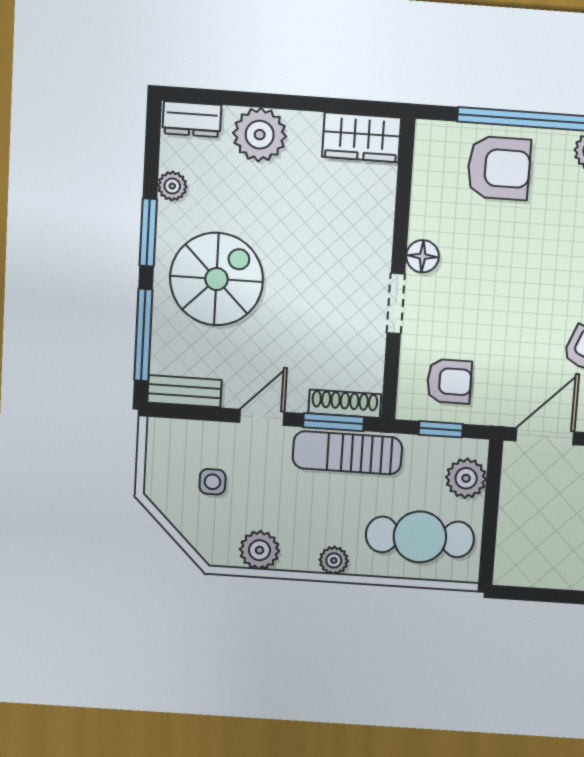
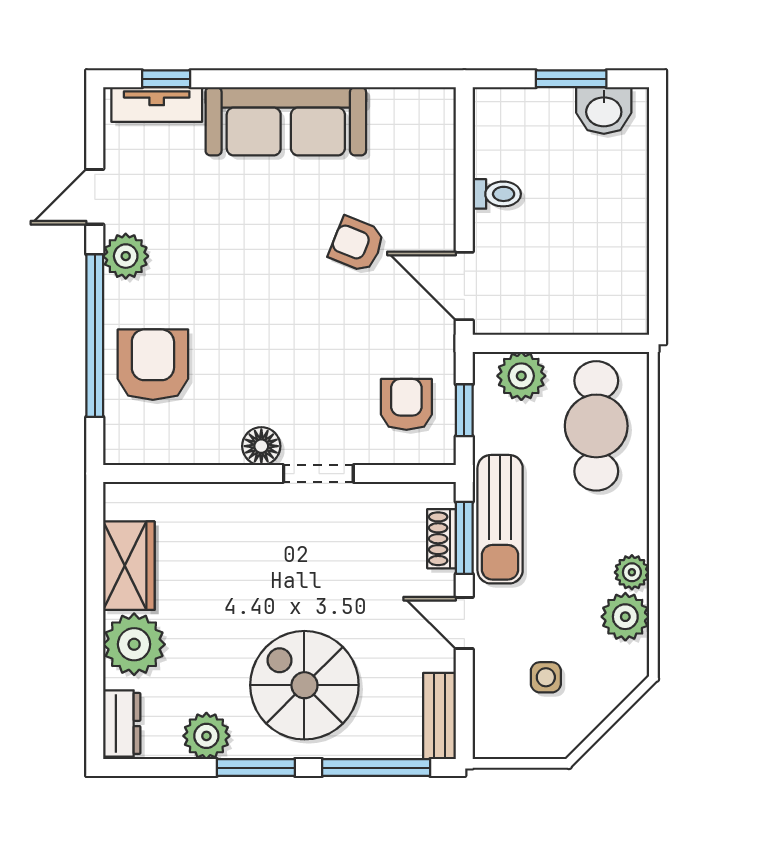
wardrobe: (362, 137) -> (129, 566), moved
plant: (172, 186) -> (206, 736), width x1.38, depth x1.38
shoe rack: (345, 404) -> (442, 539), width x0.70
plant: (334, 560) -> (632, 572), moved

